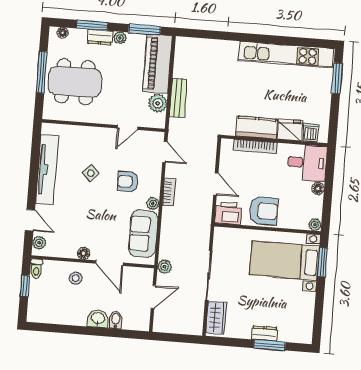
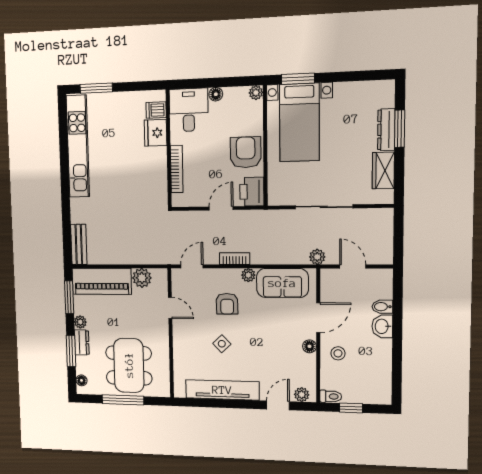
bench: (178, 98) -> (79, 244), moved, turned 90
kitchen counter: (257, 128) -> (157, 170), removed
wardrobe: (216, 318) -> (383, 170), moved, turned -90
dresser: (265, 333) -> (386, 130), width x1.44

